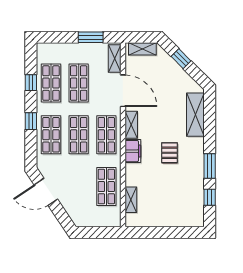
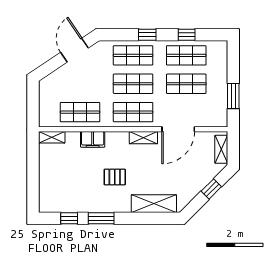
shelving: (115, 58) -> (212, 121), removed
filing cabinet: (133, 151) -> (93, 139), moved
shelving: (131, 200) -> (52, 137), moved

